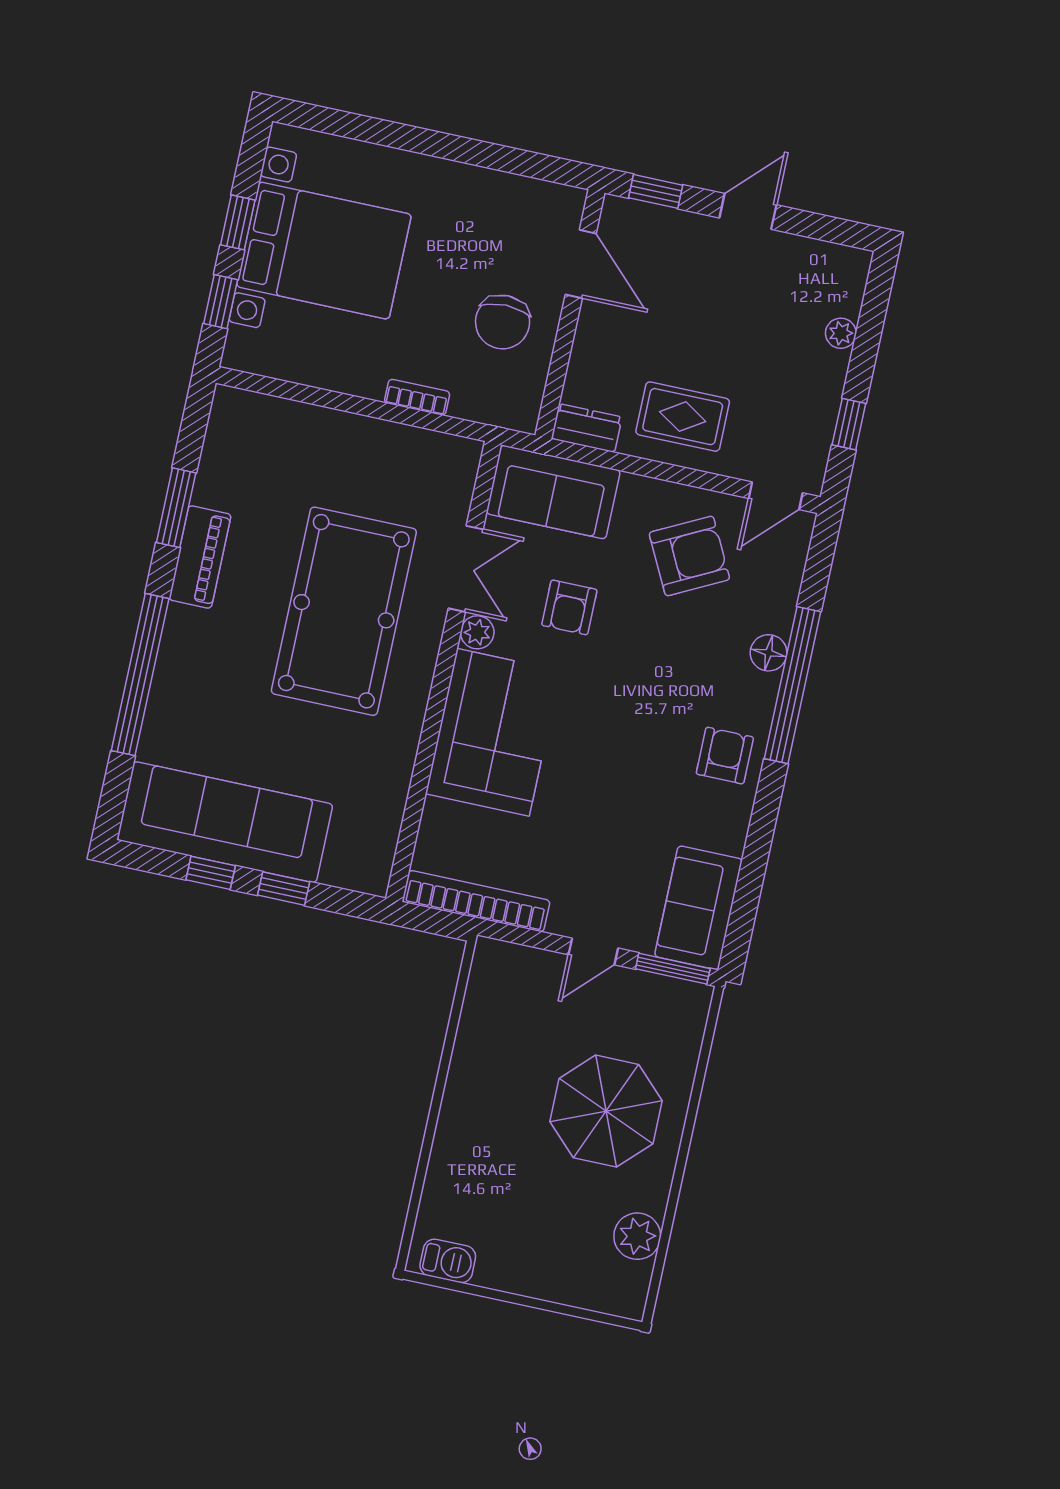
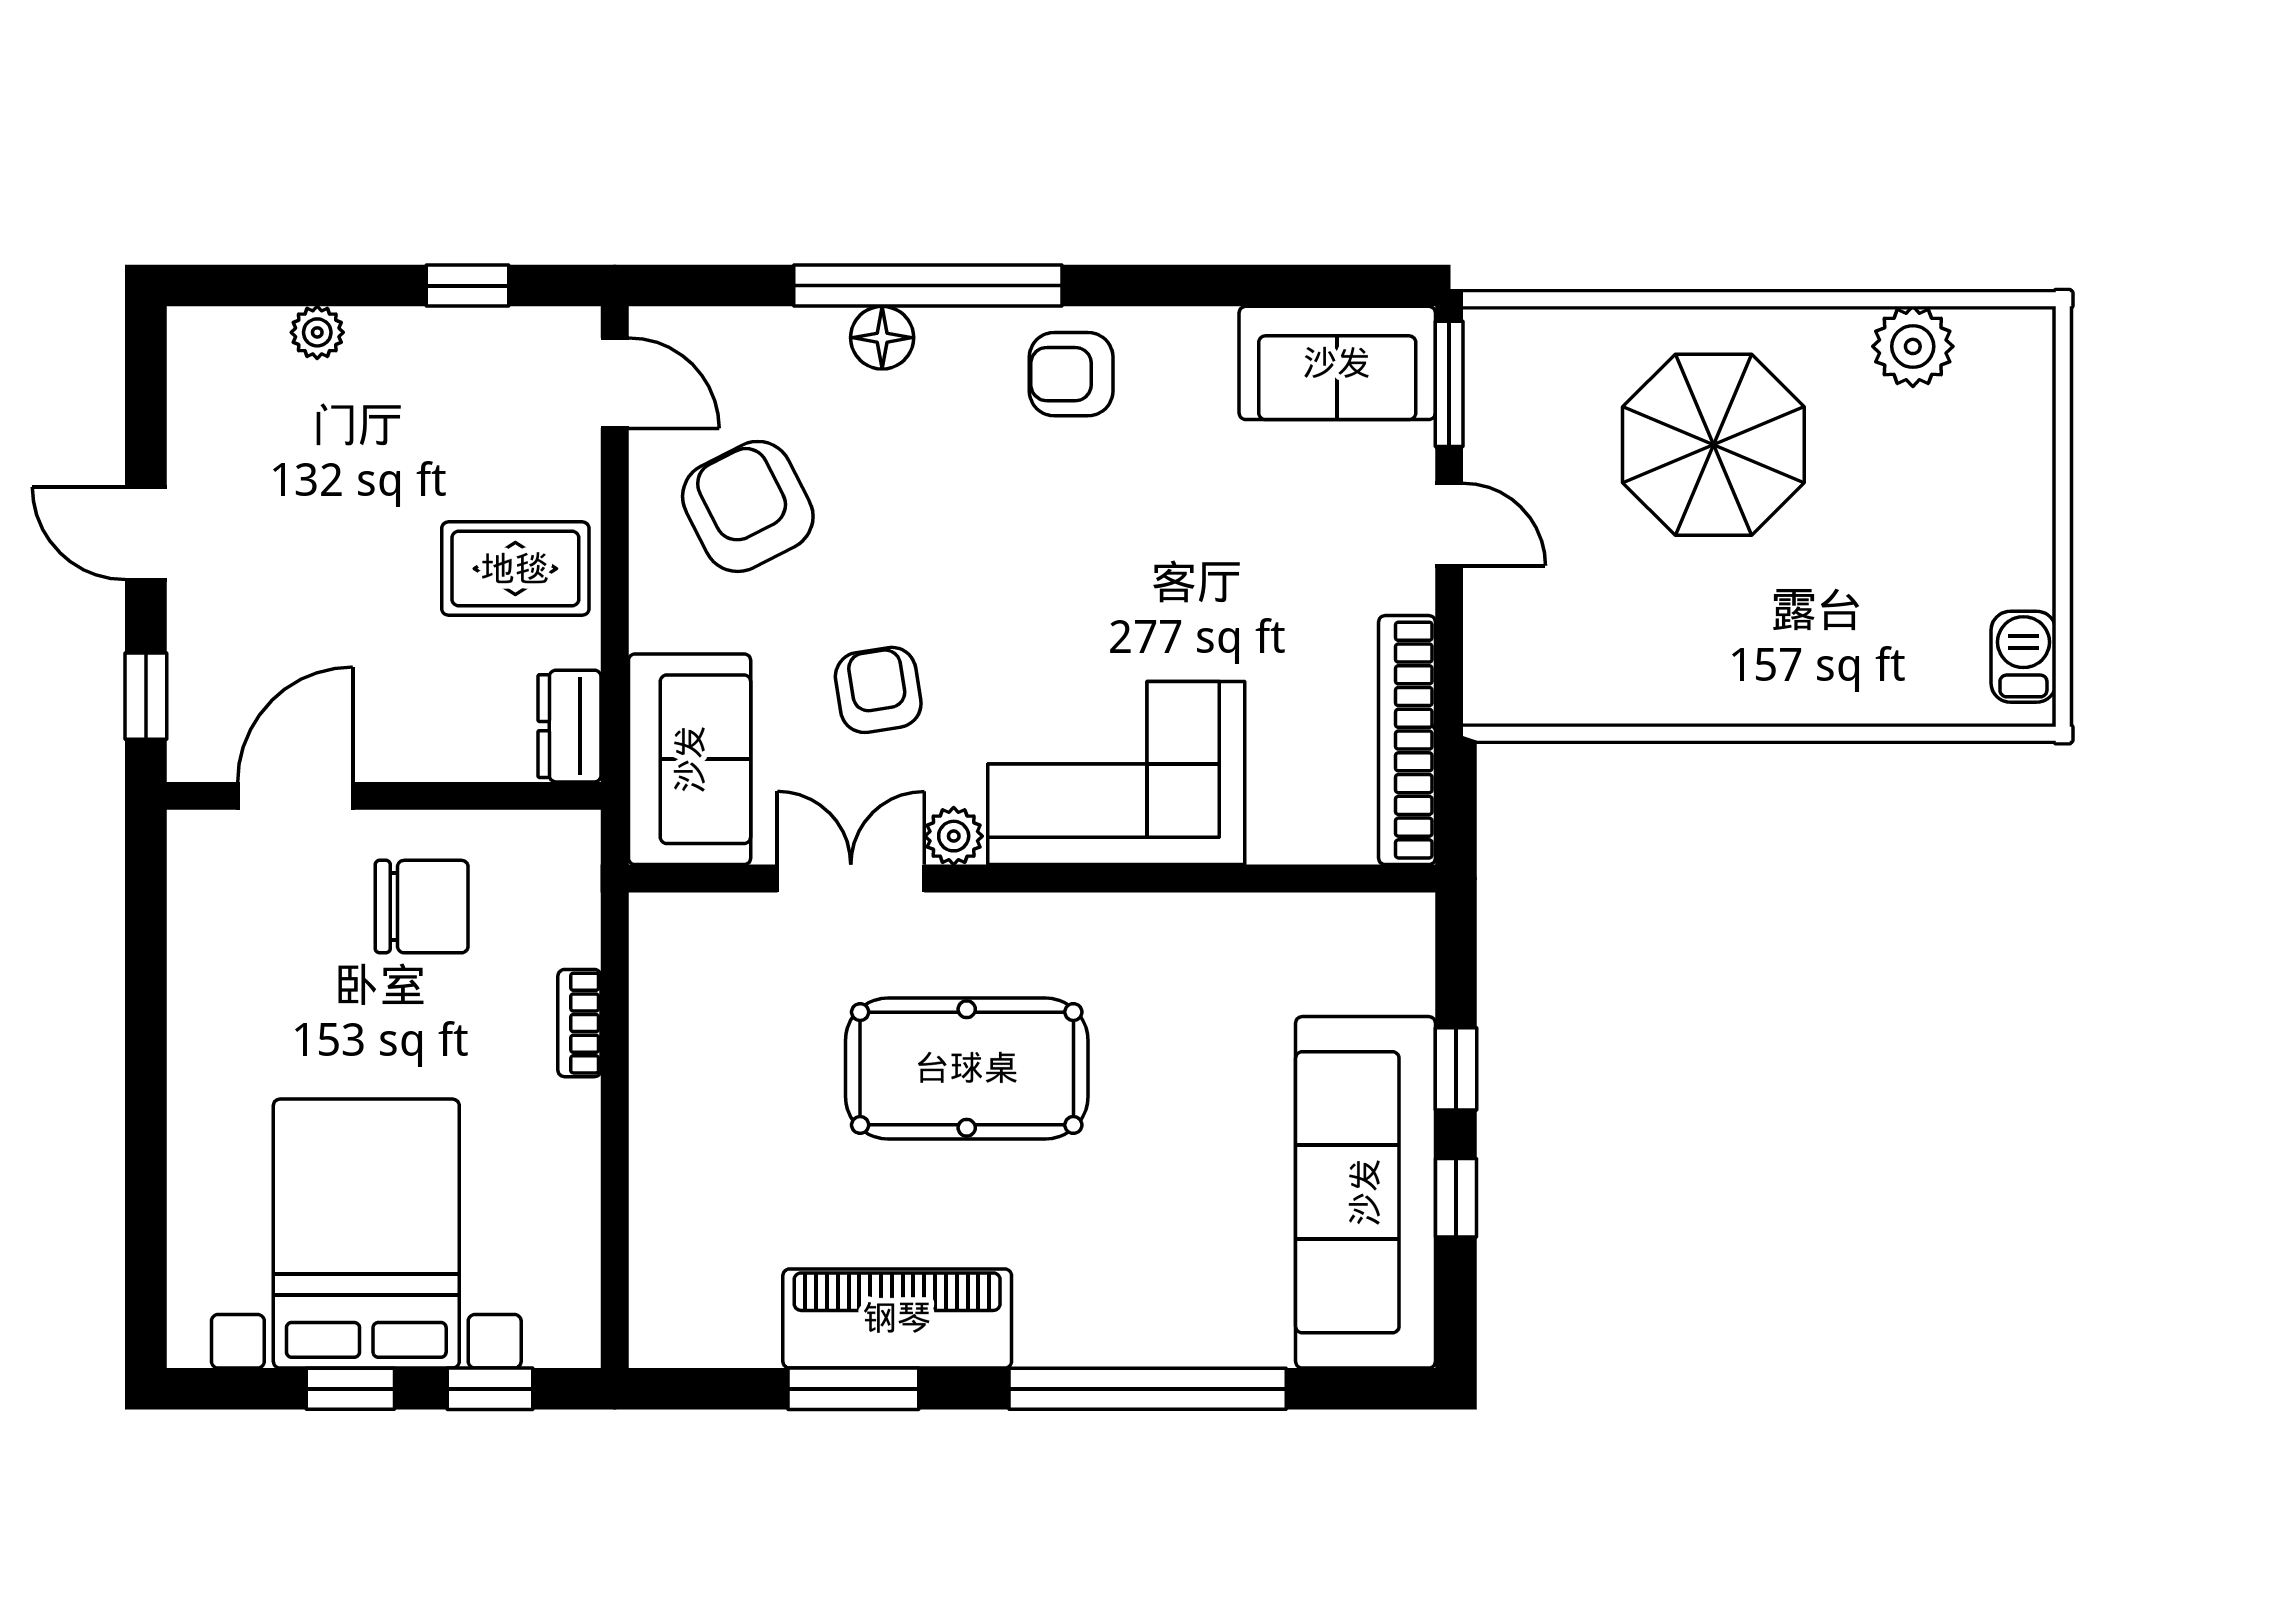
rug: (683, 417) -> (515, 569), turned 90
piano: (200, 557) -> (897, 1318), width x1.37, depth x1.33
armchair: (569, 607) -> (878, 690), turned -99
pool table: (344, 611) -> (967, 1068), width x0.73, depth x0.76

